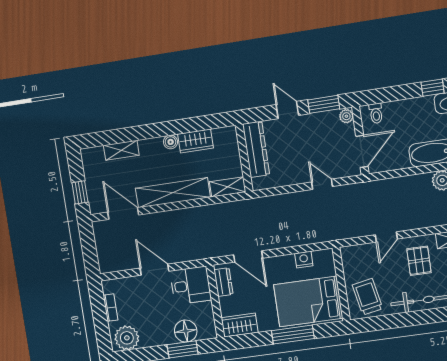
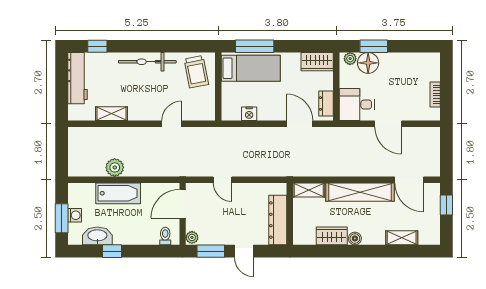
pallet: (419, 261) -> (145, 98), removed
bed: (308, 301) -> (251, 68), width x0.67
window: (293, 335) -> (255, 46), moved
plant: (127, 338) -> (350, 59), moved, width x0.53, depth x0.53

